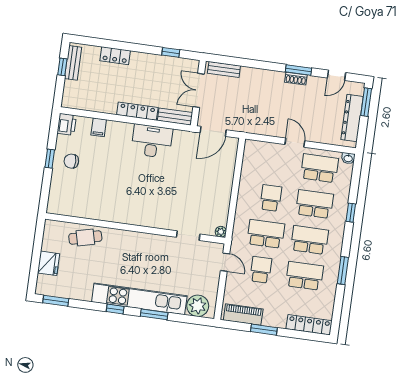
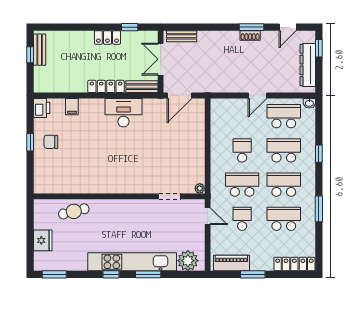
locker: (115, 56) -> (107, 37), moved
window: (366, 102) -> (319, 48), width x0.67
door: (295, 143) -> (257, 95), swing flipped

